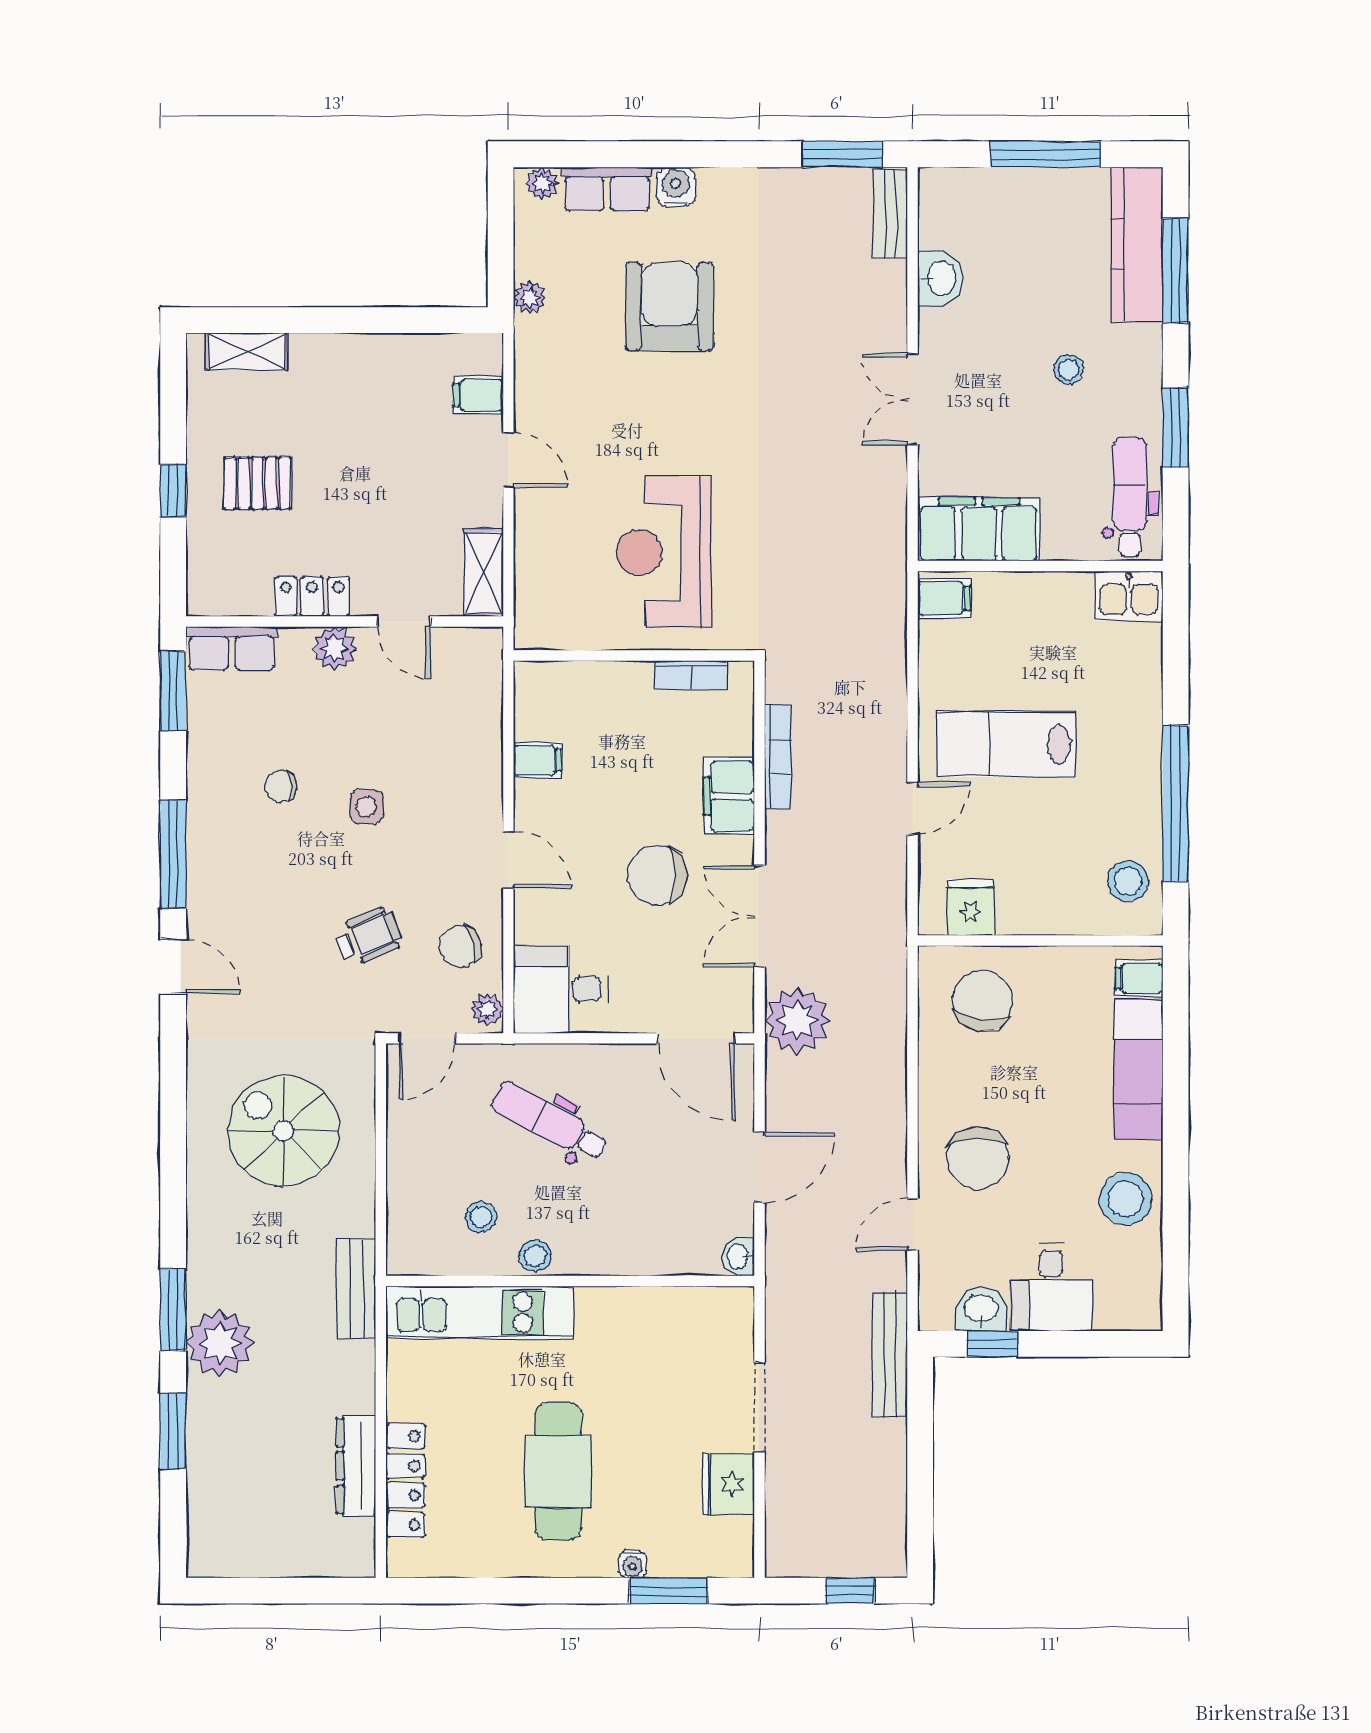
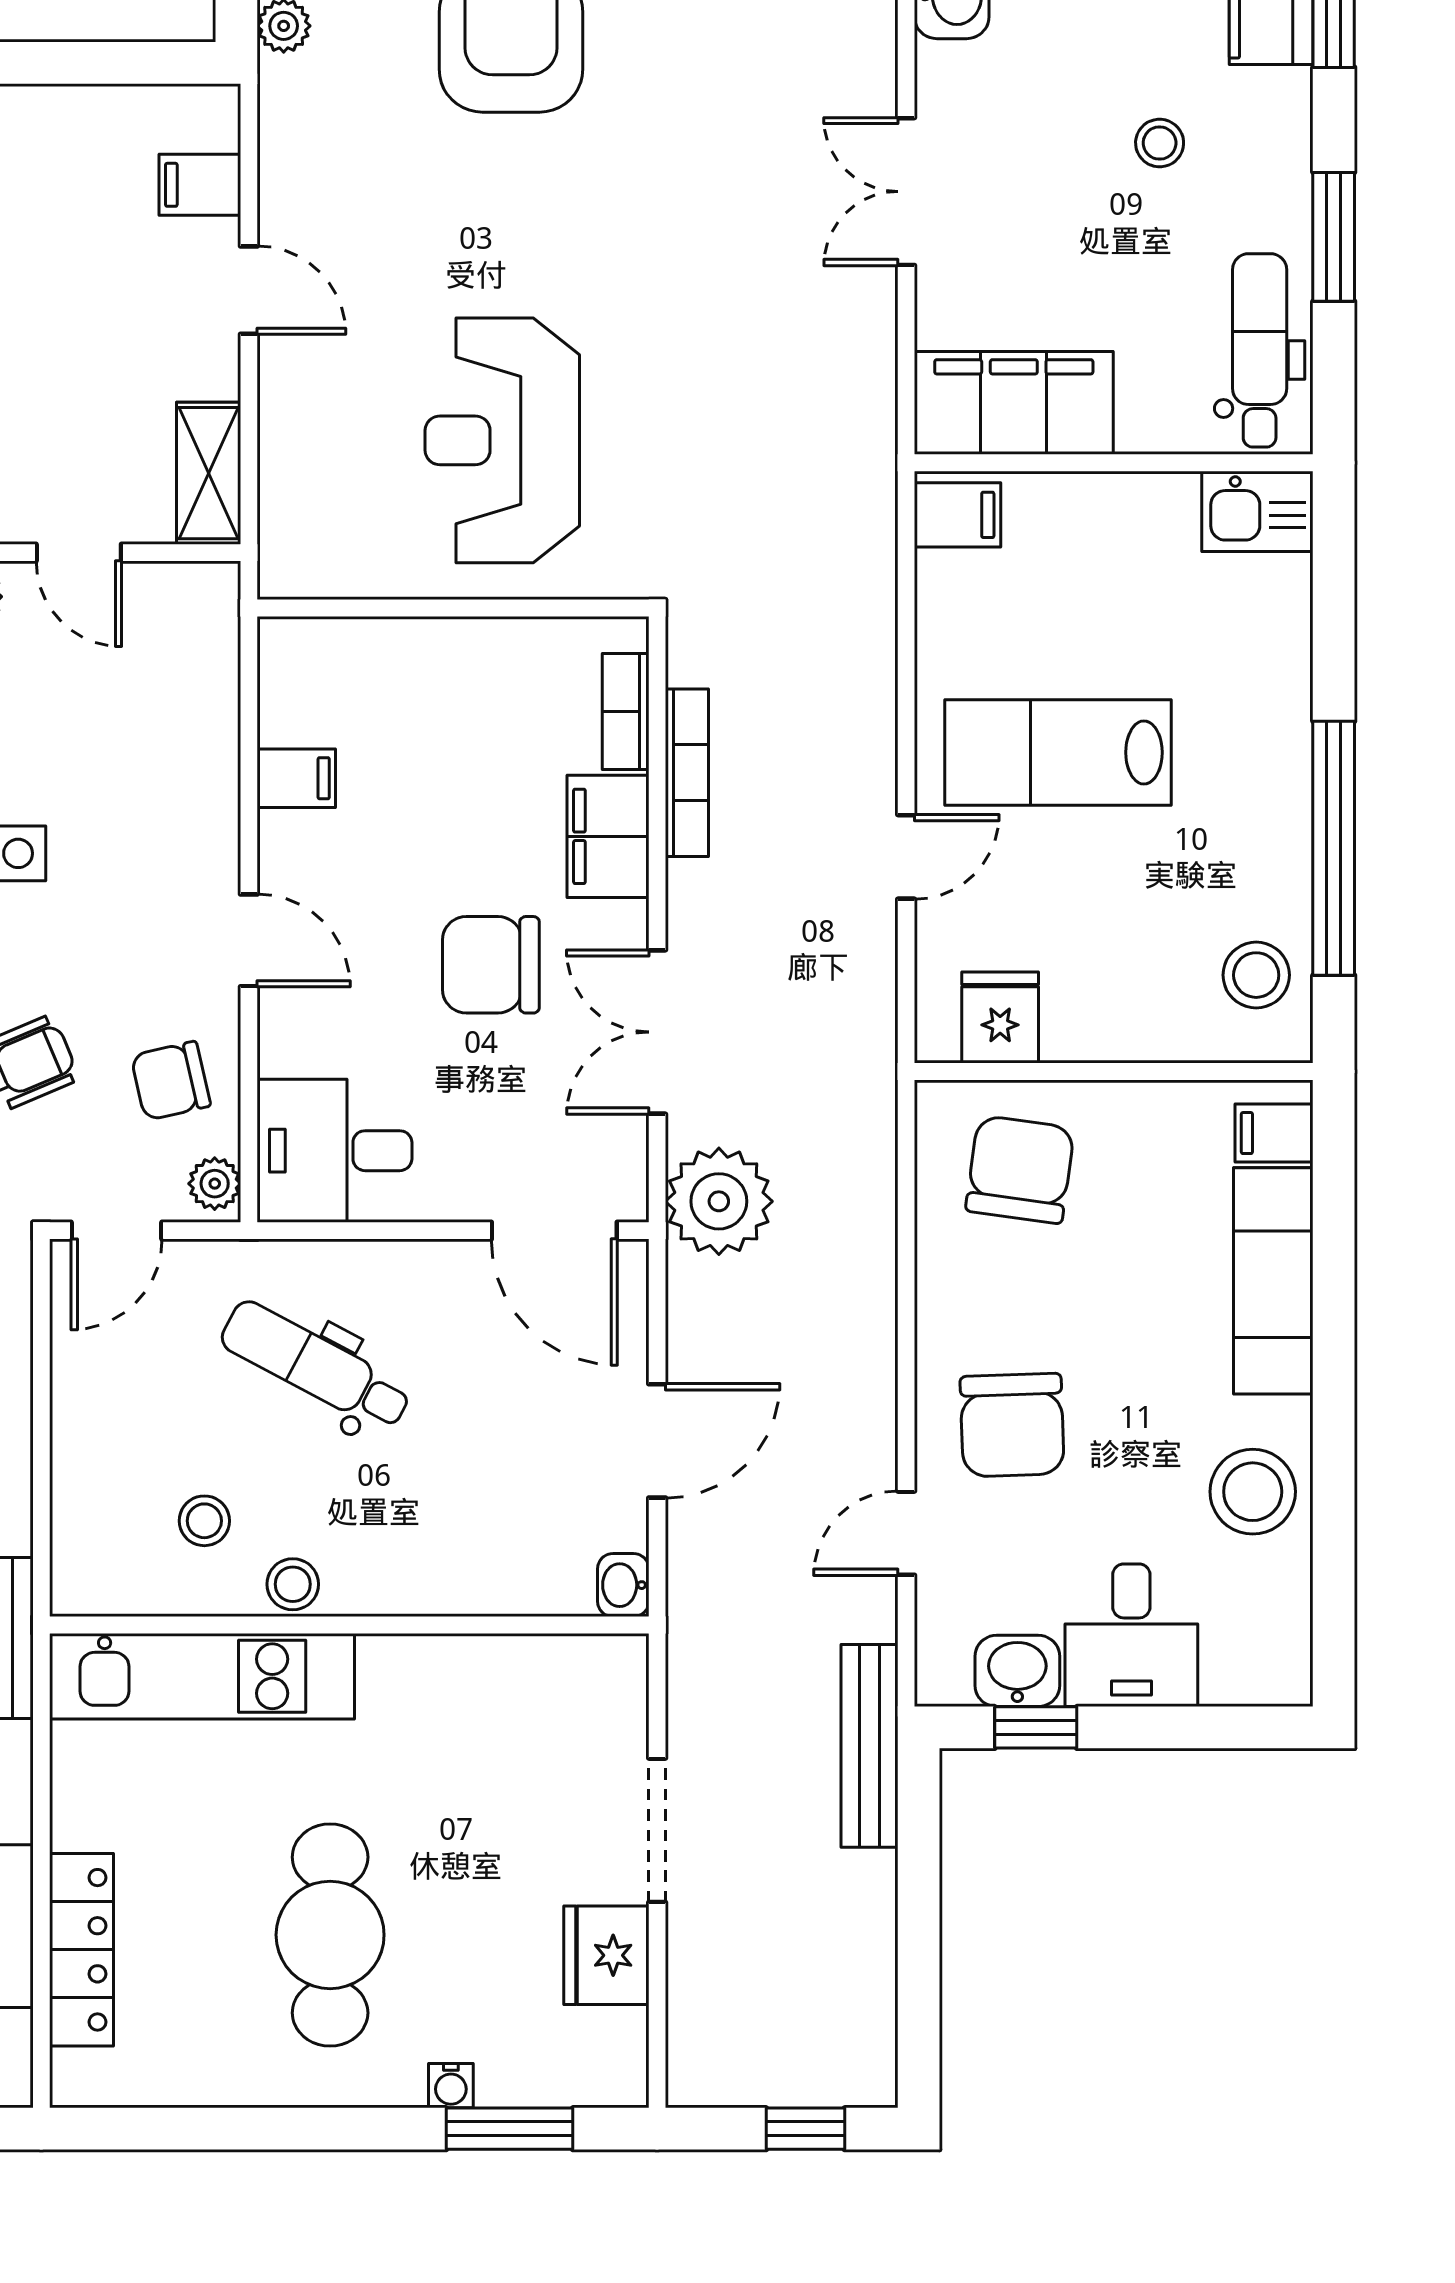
bookcase: (691, 675) -> (626, 711), moved, turned 90

